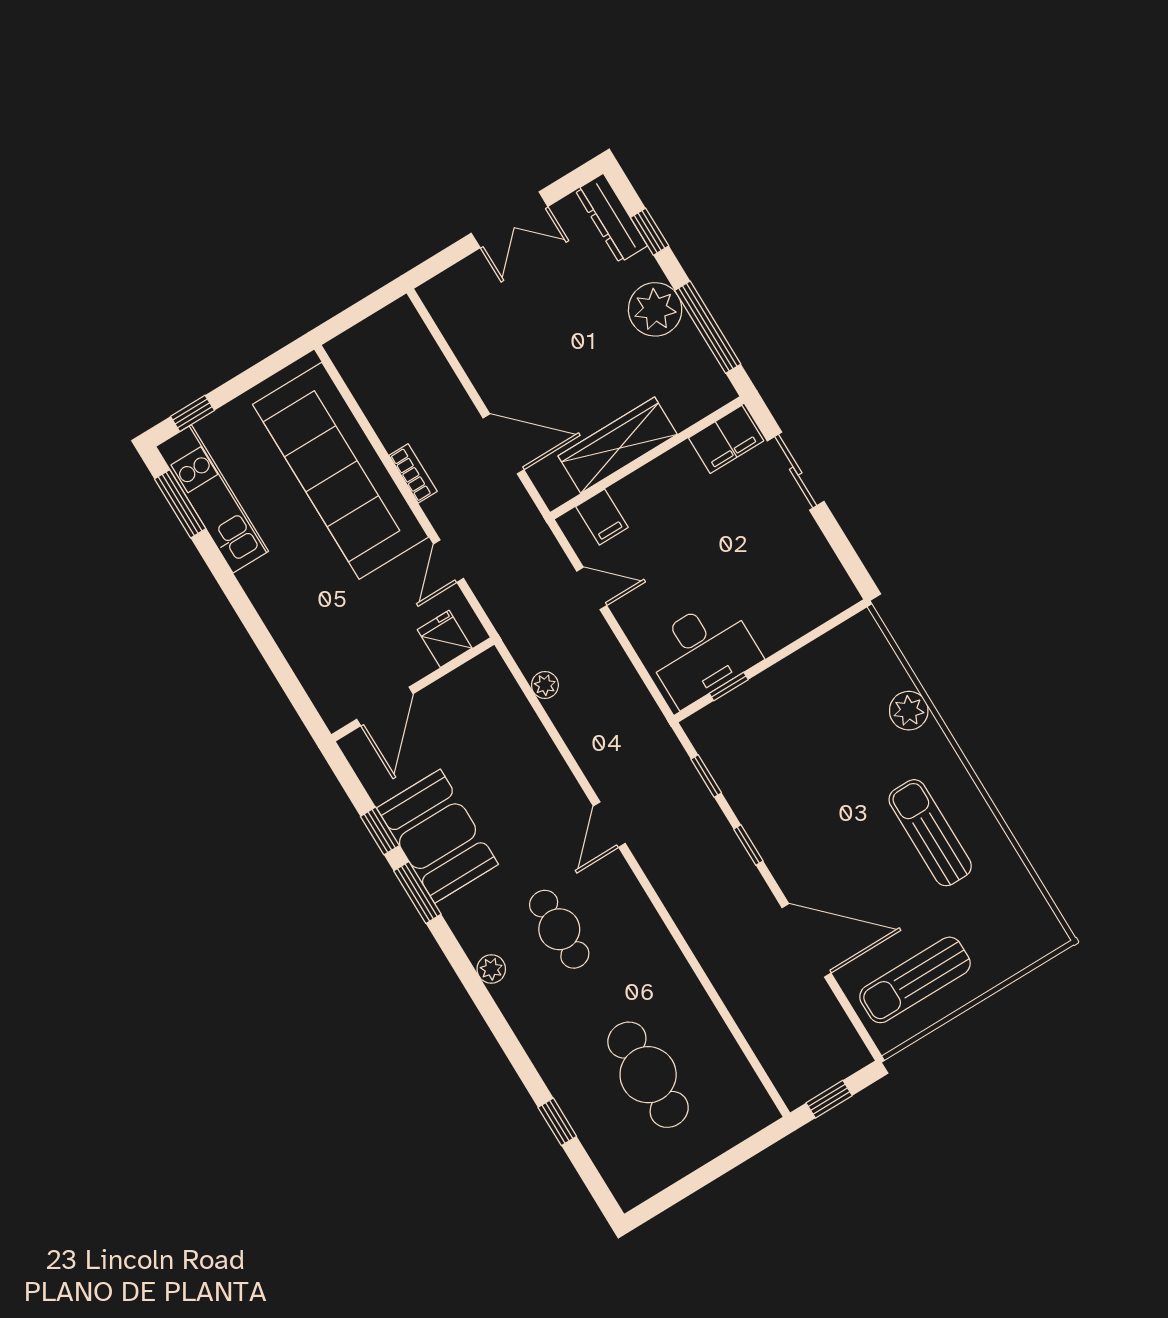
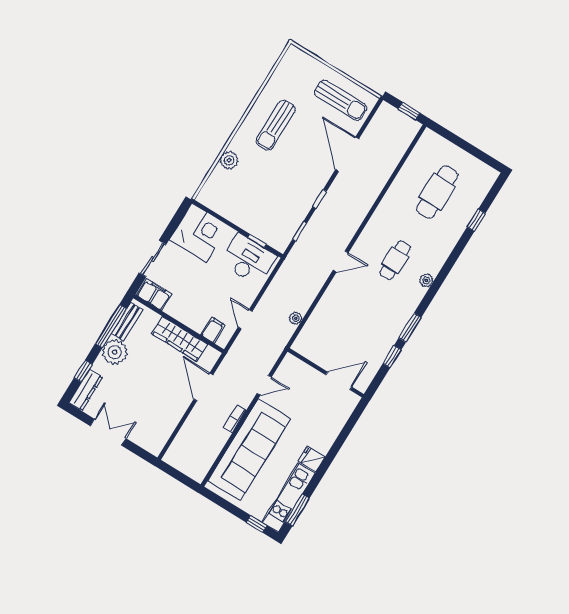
bench: (701, 362) -> (127, 322), added
corner desk: (800, 584) -> (199, 233), added
fridge: (445, 639) -> (312, 459), moved, turned 90
booth: (437, 836) -> (382, 331), removed

